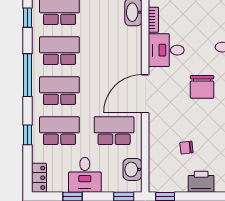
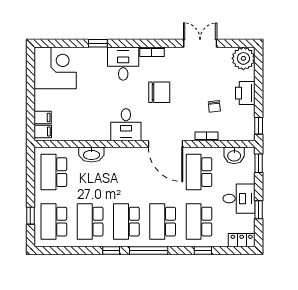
window: (28, 18) -> (111, 250), moved
bookcase: (153, 20) -> (207, 136), moved

